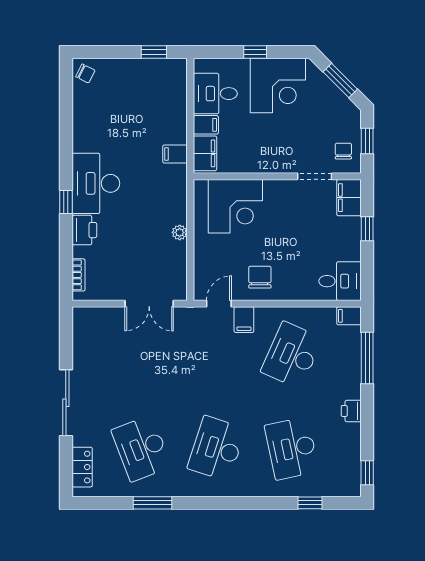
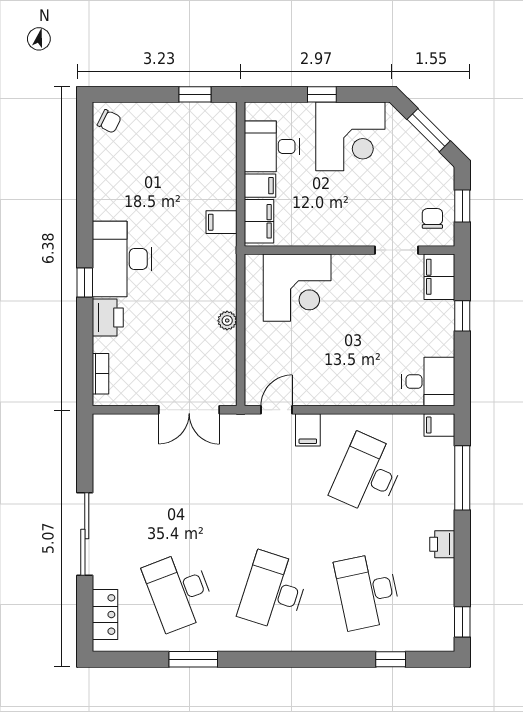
chair: (260, 277) -> (328, 377), removed

